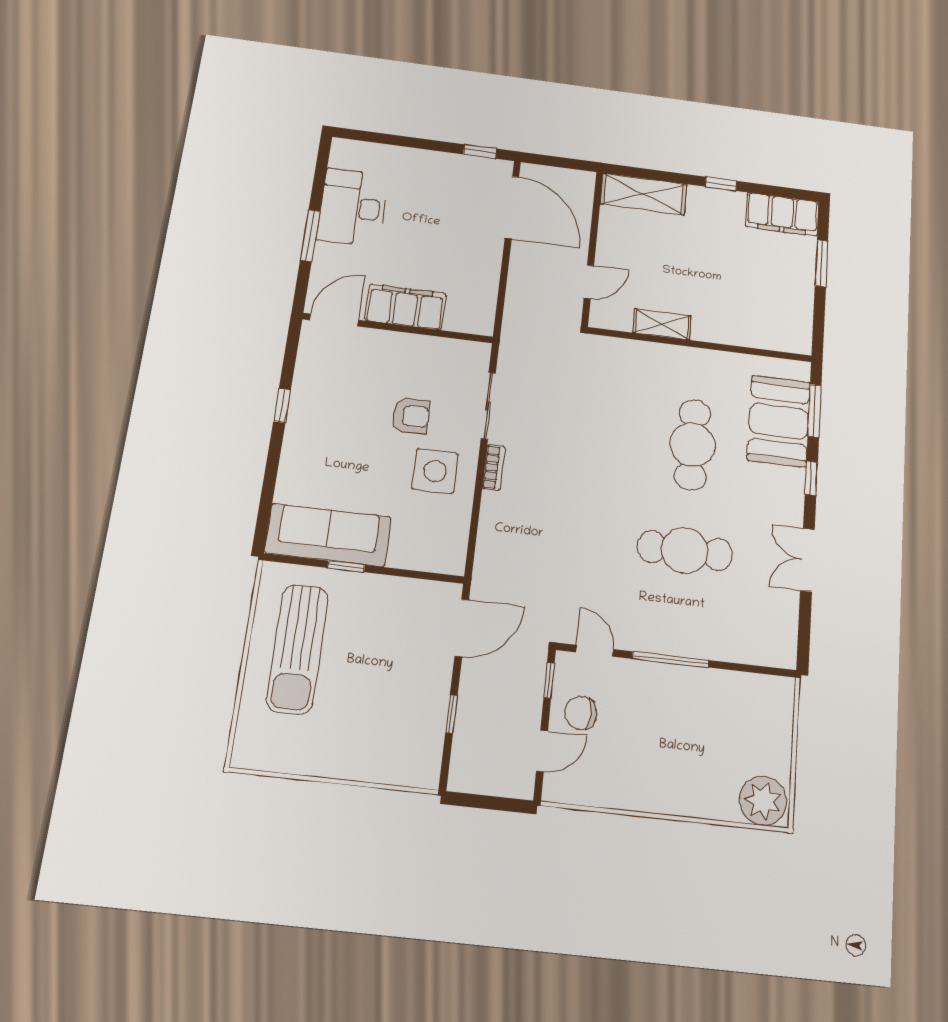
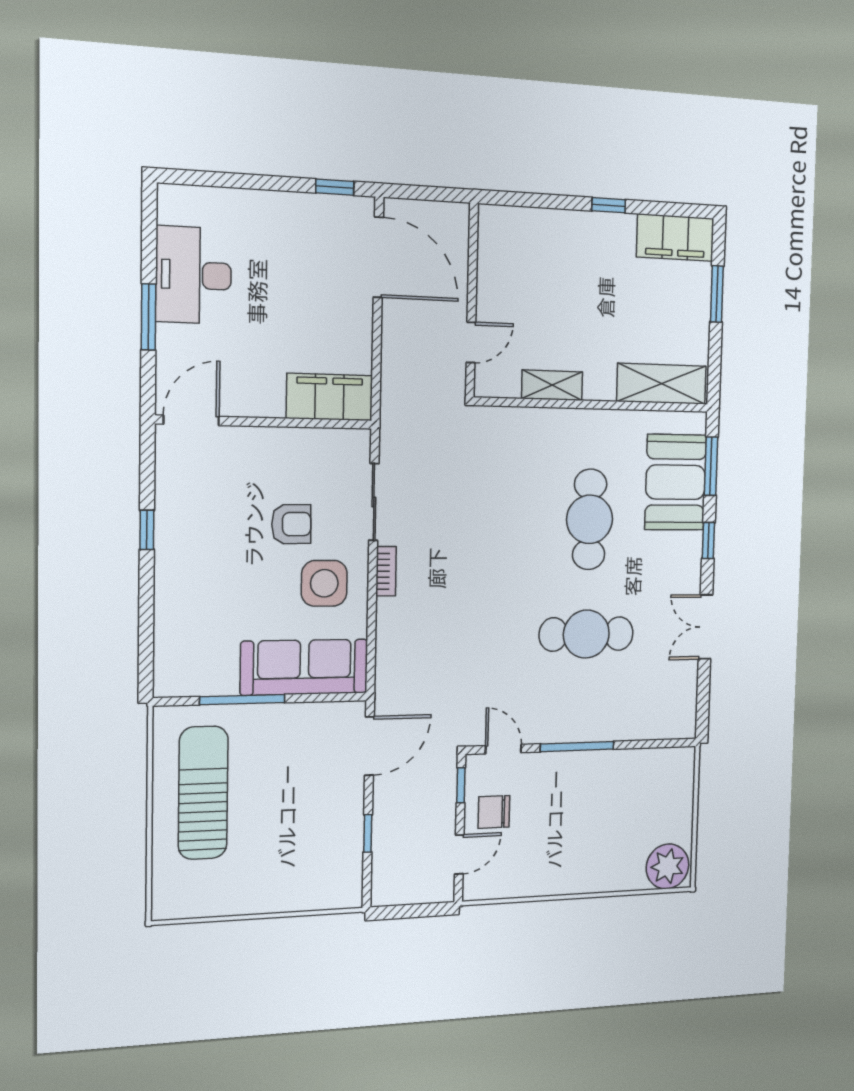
shelving: (644, 194) -> (662, 384), moved
filing cabinet: (405, 307) -> (330, 397), moved
sofa: (328, 535) -> (304, 667), moved
window: (346, 566) -> (242, 700), width x2.17
sun lounger: (298, 649) -> (203, 793), turned 180

